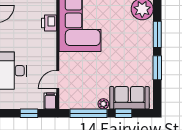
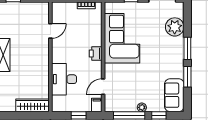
printer: (49, 23) -> (96, 53), moved
sofa: (129, 98) -> (174, 95), moved, turned -90

